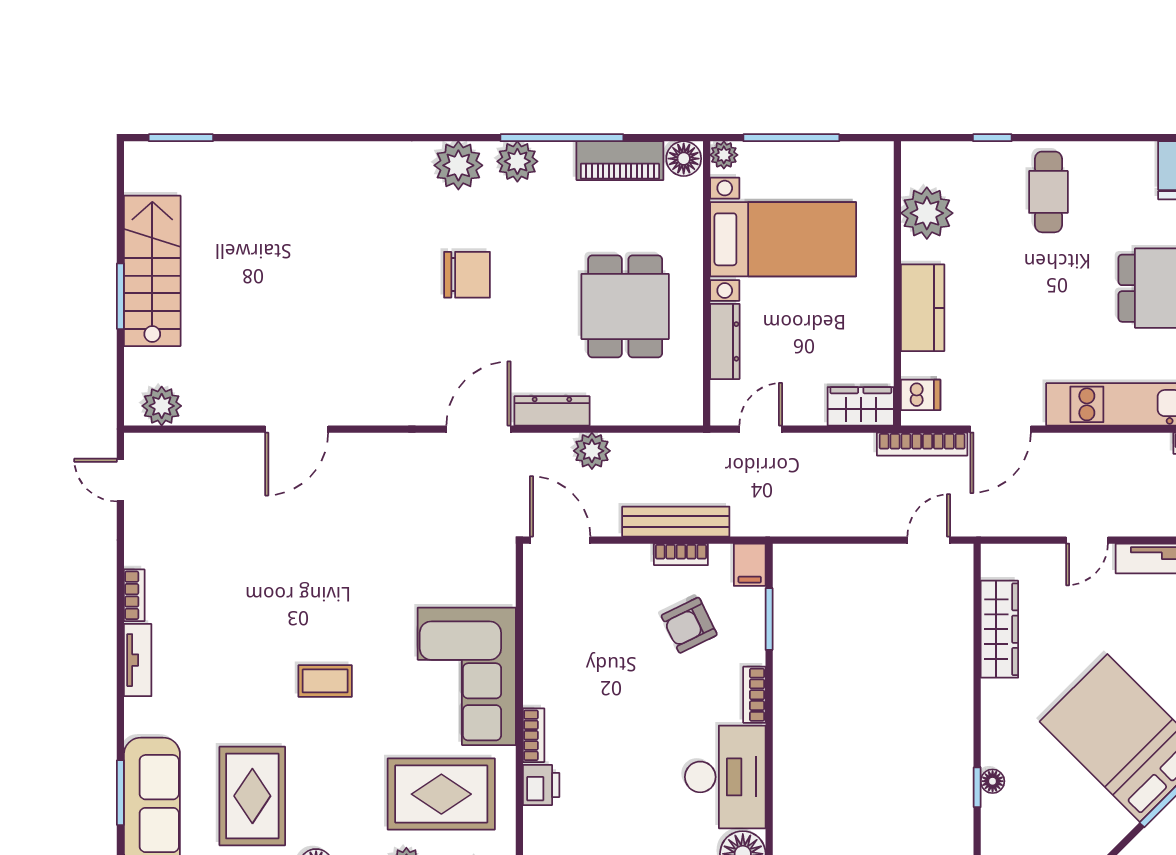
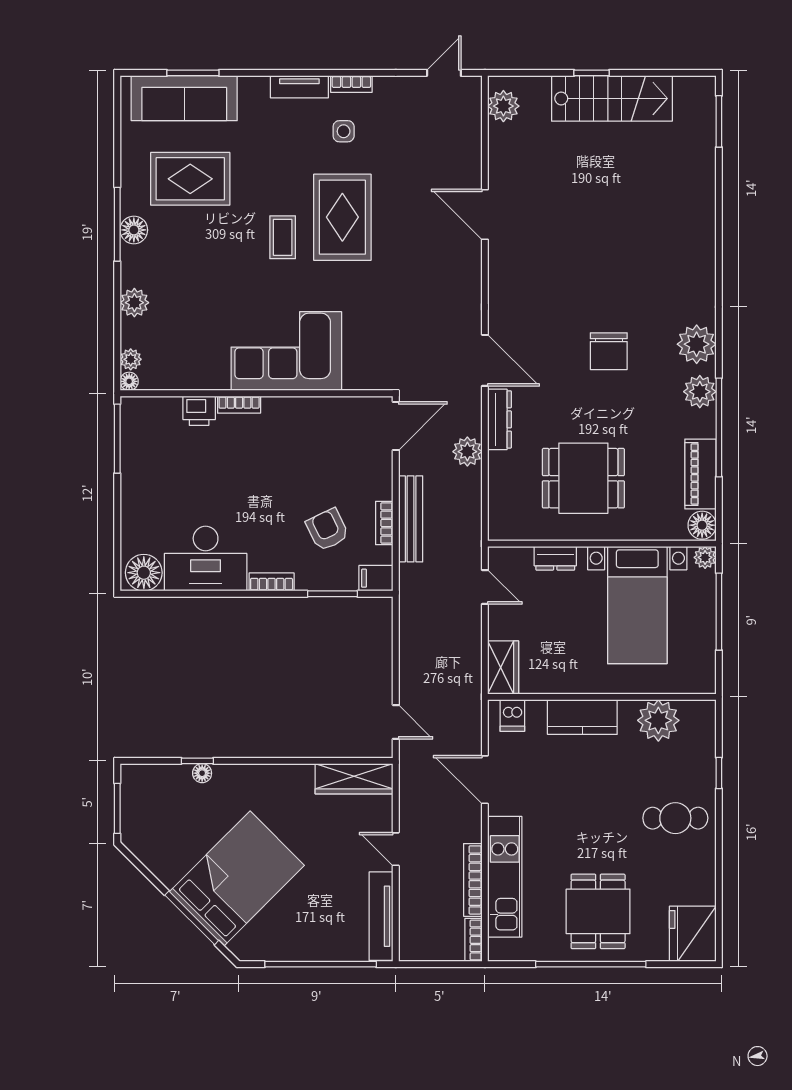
window: (120, 296) -> (592, 73), width x0.67
dresser: (725, 341) -> (555, 558), width x0.70
bookcase: (922, 444) -> (473, 880), moved
side table: (193, 605) -> (344, 131), added
wardrobe: (999, 629) -> (354, 779), moved
rug: (441, 794) -> (342, 217), moved

